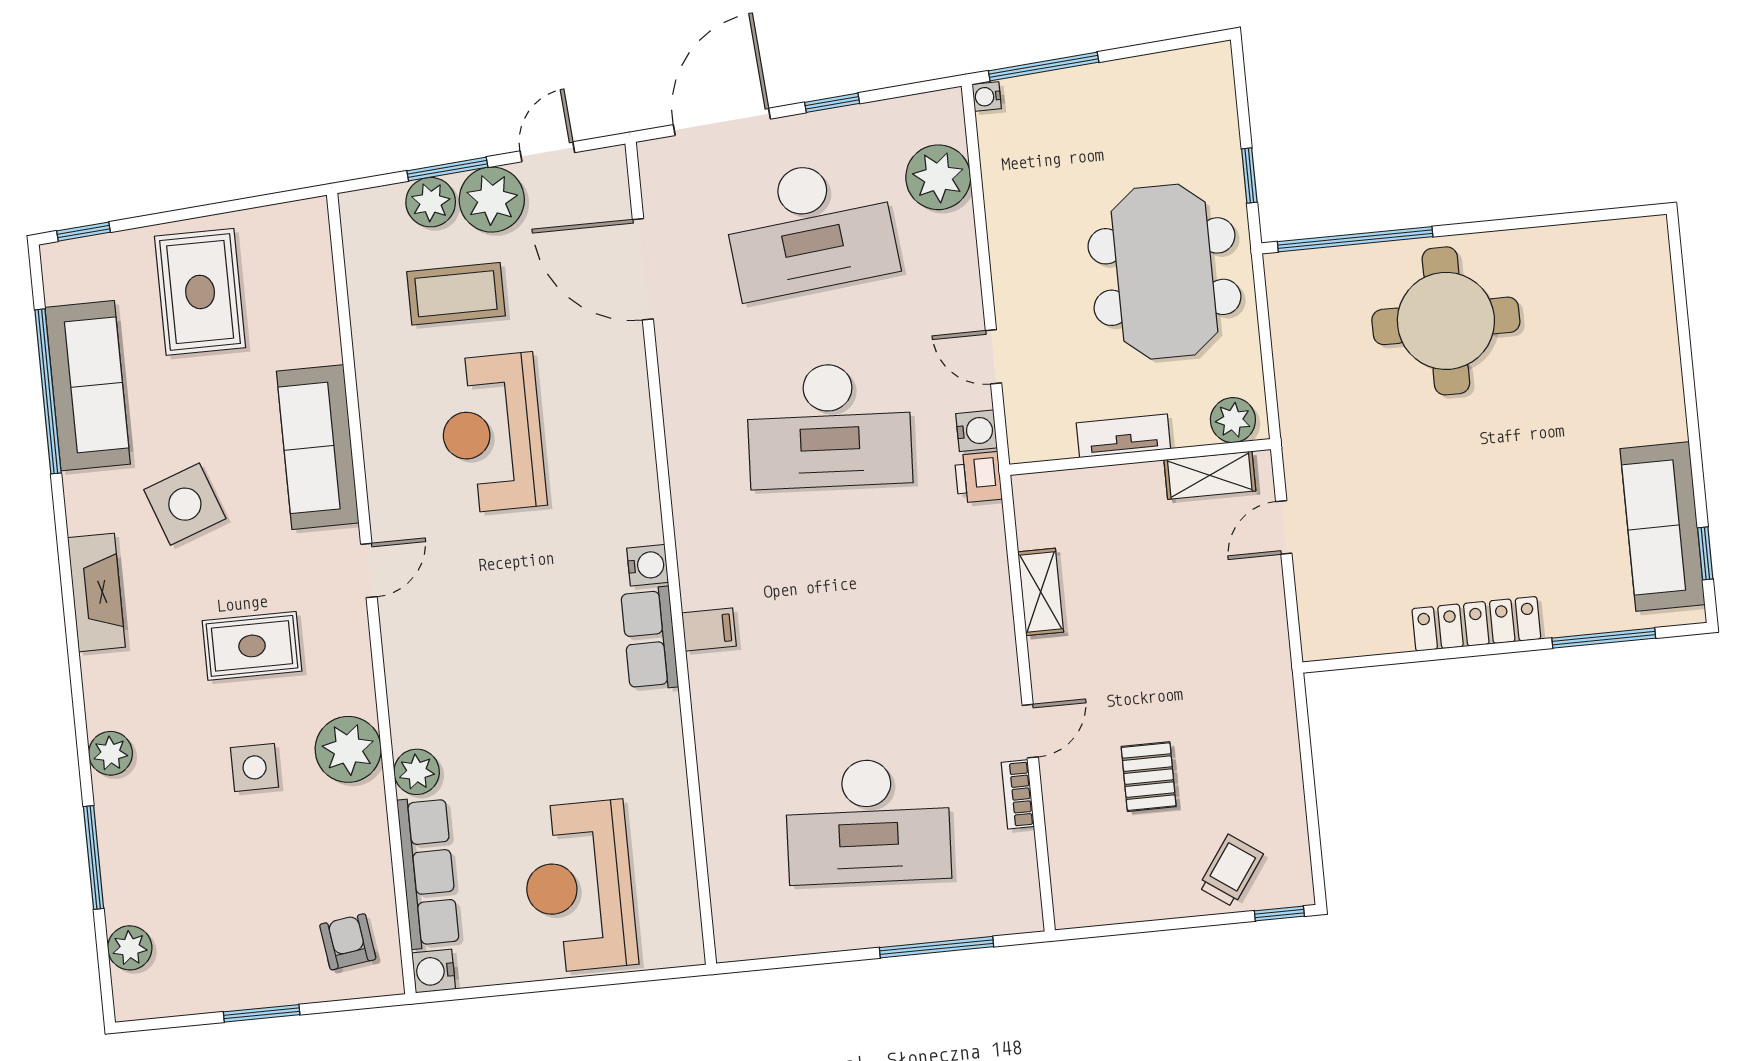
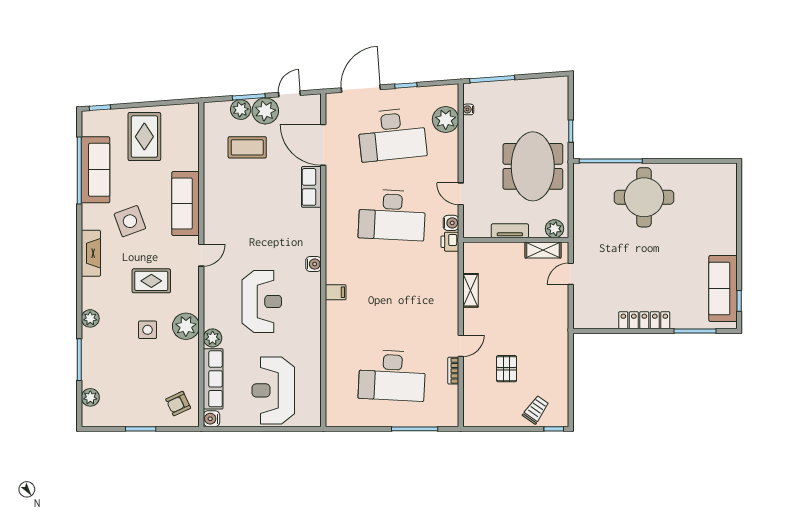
water cooler: (987, 96) -> (468, 109), moved
reception desk: (492, 433) -> (262, 301), moved, turned 180
row of seats: (650, 639) -> (311, 187), moved
armchair: (348, 942) -> (178, 404), turned -107

